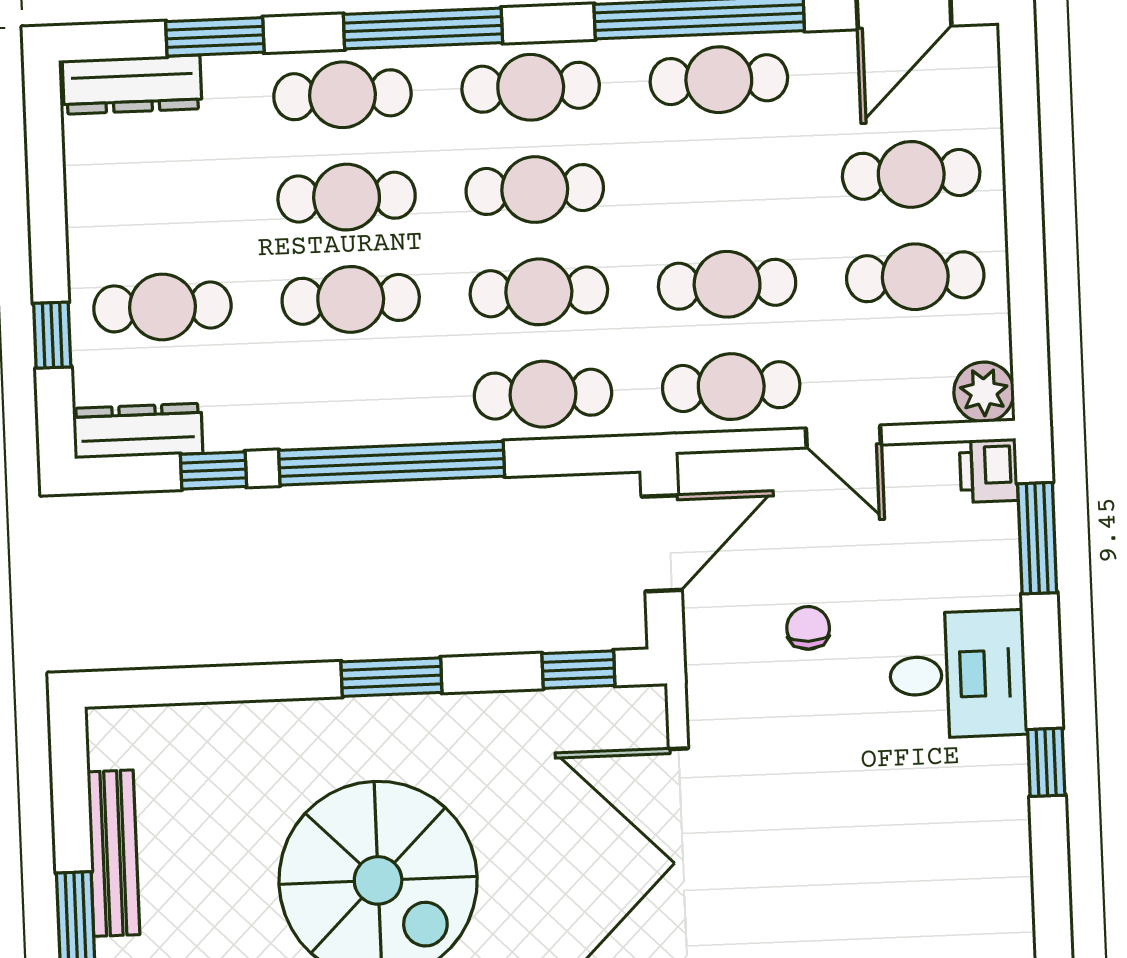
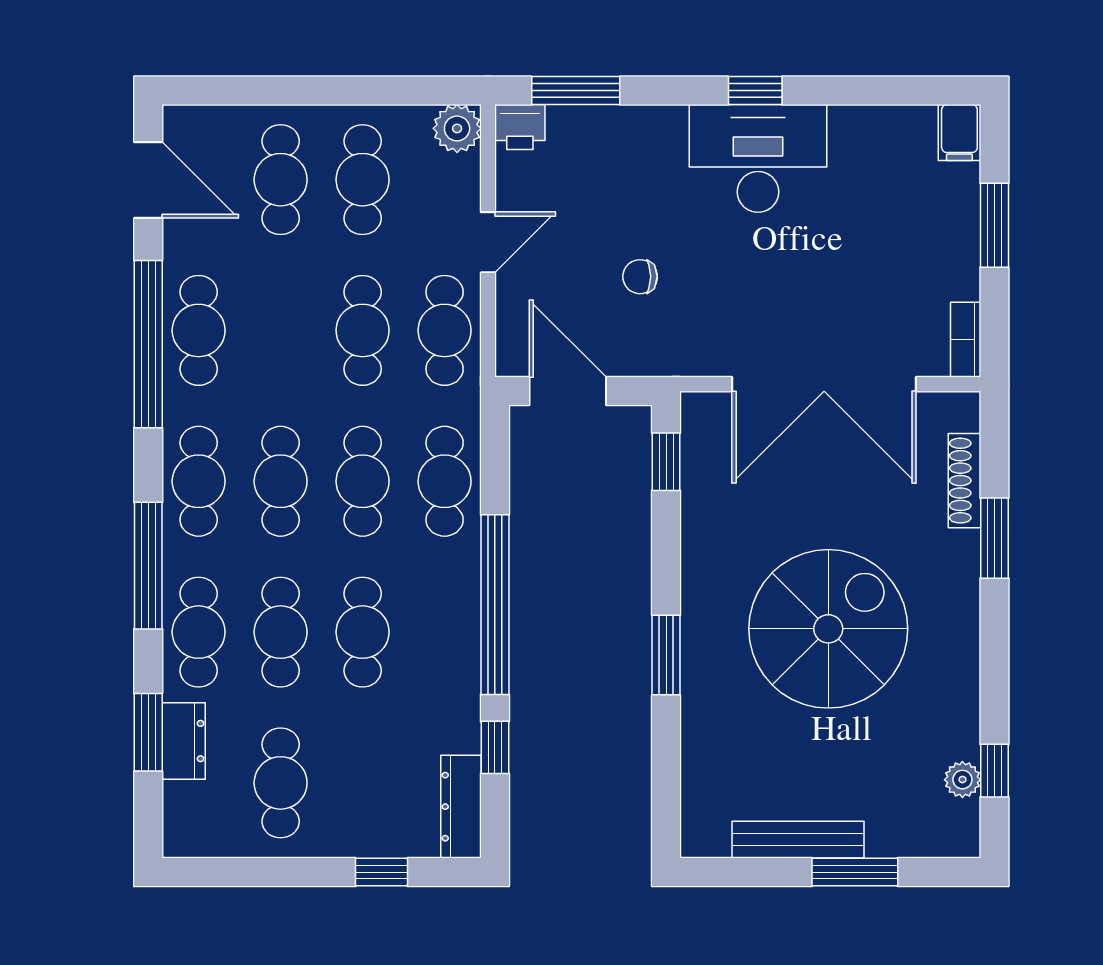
dresser: (132, 85) -> (184, 741), moved, width x0.70
cafe table: (162, 307) -> (281, 783), moved
desk: (958, 674) -> (758, 158), moved, width x1.37
window: (391, 677) -> (666, 655), moved

